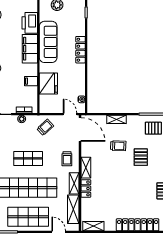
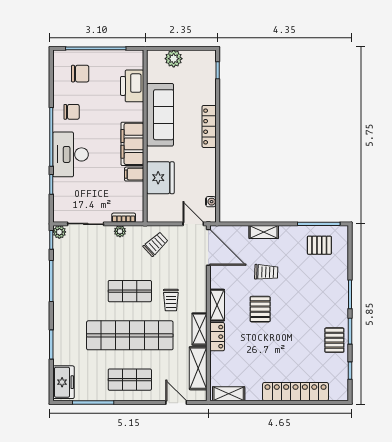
filing cabinet: (30, 49) -> (132, 144), moved
pallet: (141, 157) -> (260, 309), moved
trolley: (67, 159) -> (171, 300), moved
shop shelf: (28, 217) -> (130, 380), width x0.70, depth x0.74

